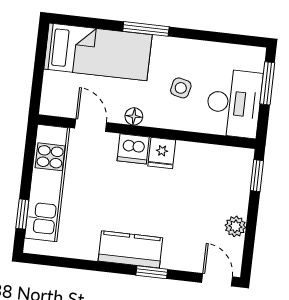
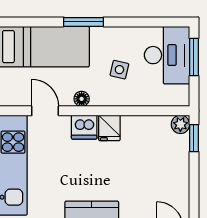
desk: (234, 103) -> (167, 55), moved
plant: (235, 226) -> (180, 124), moved

